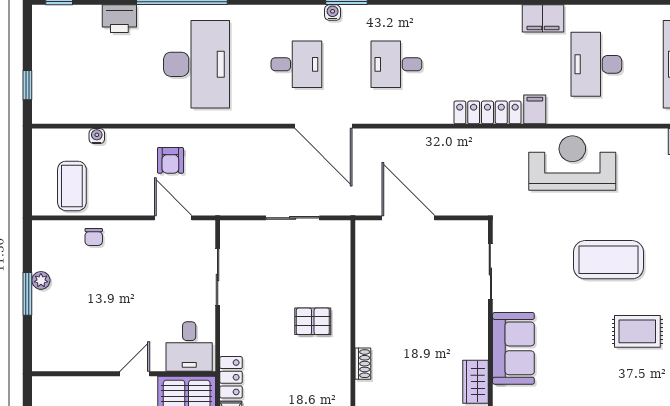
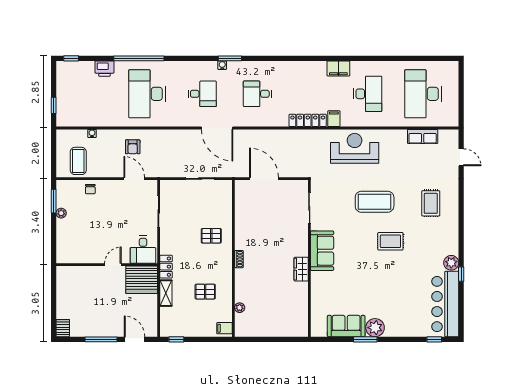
desk: (196, 64) -> (147, 94), turned 180
desk: (596, 64) -> (368, 94), turned 180
window: (27, 294) -> (54, 201), moved

